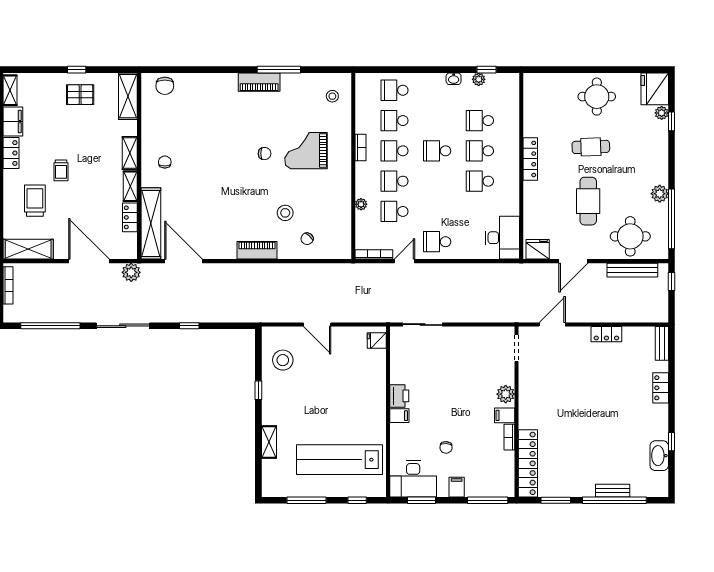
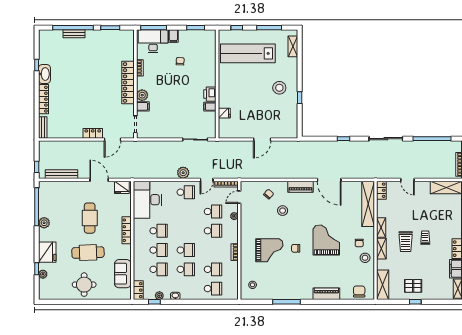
piano: (259, 82) -> (326, 294), moved
locker: (512, 88) -> (138, 290), added
fridge: (655, 89) -> (47, 252), moved
sofa: (536, 114) -> (123, 274), added
stool: (156, 139) -> (365, 258), added
cafe table: (591, 147) -> (88, 253), width x1.37, depth x1.35
school desk: (395, 151) -> (186, 269), moved
locker: (530, 159) -> (127, 230), moved
grand piano: (216, 167) -> (326, 240), added
trolley: (35, 201) -> (406, 242), moved
locker: (130, 217) -> (381, 190), moved
door: (353, 234) -> (239, 197), added
round table: (630, 236) -> (63, 196), removed
desk: (502, 238) -> (147, 200), width x1.36, depth x1.30
door: (89, 261) -> (407, 180), width x0.53
door: (184, 261) -> (329, 180), moved
door: (573, 261) -> (99, 180), hinge flipped
plant: (131, 272) -> (183, 173), moved
door: (317, 325) -> (262, 139), swing flipped
locker: (606, 334) -> (93, 133), moved
fridge: (377, 341) -> (224, 113), moved
stool: (283, 360) -> (279, 88), moved
locker: (661, 388) -> (43, 99), width x1.53
filing cabinet: (505, 415) -> (143, 106), moved
filing cabinet: (399, 416) -> (210, 107), moved
shelving: (269, 442) -> (293, 46), moved
washbasin: (659, 456) -> (44, 74), moved
lab bench: (340, 460) -> (248, 53), turned 180
locker: (528, 463) -> (128, 82), moved
desk: (413, 479) -> (153, 41), moved

